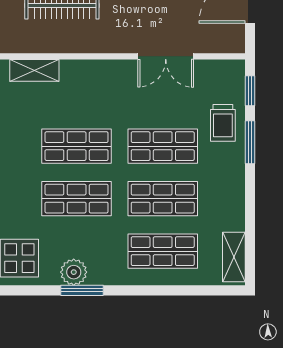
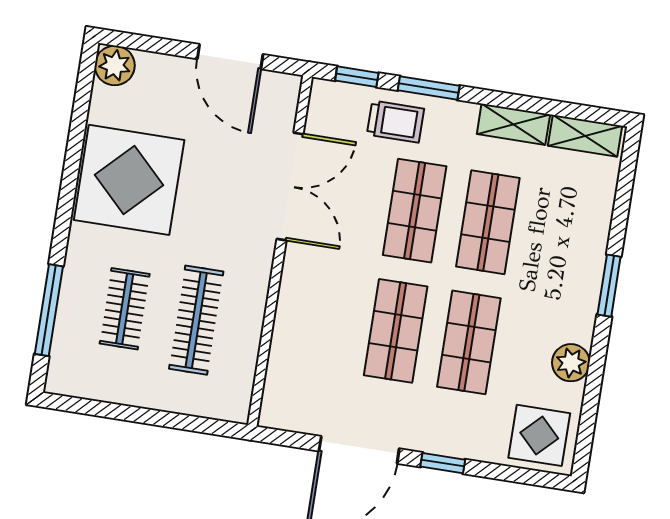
double door: (166, 56) -> (290, 187), width x1.37
shelving: (34, 70) -> (513, 124), moved, turned 90
shop shelf: (163, 251) -> (561, 234), removed
window: (82, 290) -> (609, 286), moved

